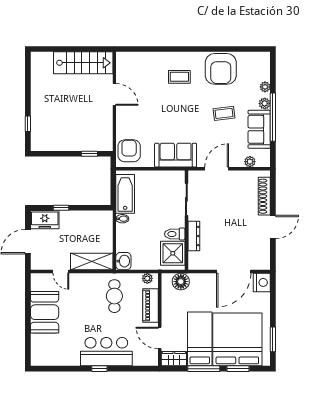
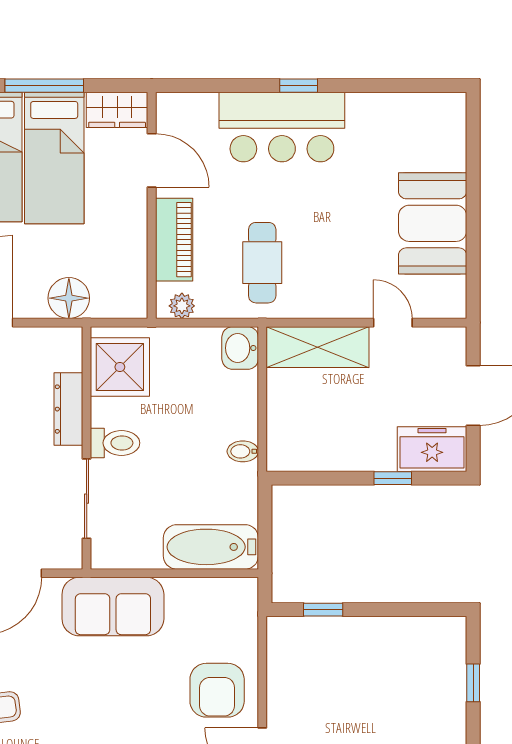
armchair: (129, 151) -> (217, 690), moved
bathtub: (125, 194) -> (211, 547), moved, turned 90
toilet: (175, 234) -> (115, 443), moved
floor lamp: (181, 282) -> (69, 298), moved

